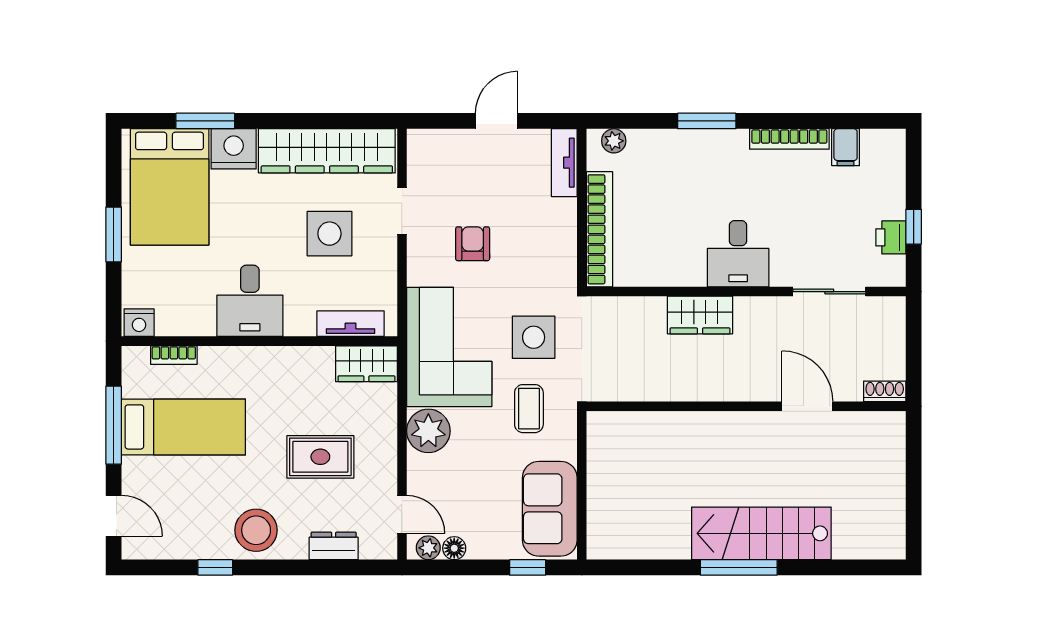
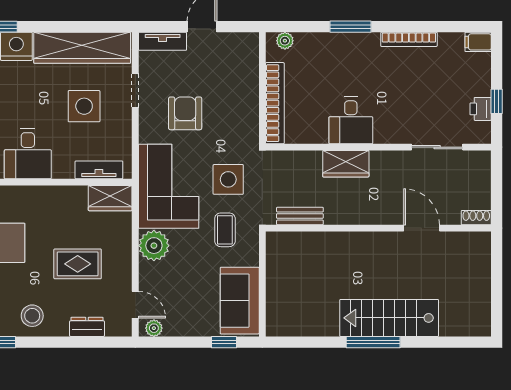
filing cabinet: (846, 147) -> (478, 42), moved, turned 90
tv unit: (564, 163) -> (163, 41), moved, turned -90
armchair: (473, 244) -> (185, 113), width x1.38, depth x1.38
desk: (738, 254) -> (351, 120), moved
bench: (635, 389) -> (300, 216), added
stool: (256, 530) -> (32, 316), width x0.73, depth x0.73
floor lamp: (454, 548) -> (172, 328), removed

